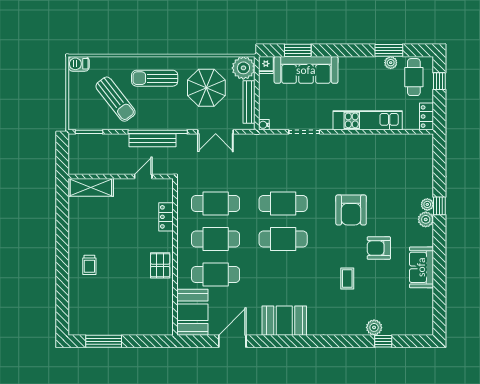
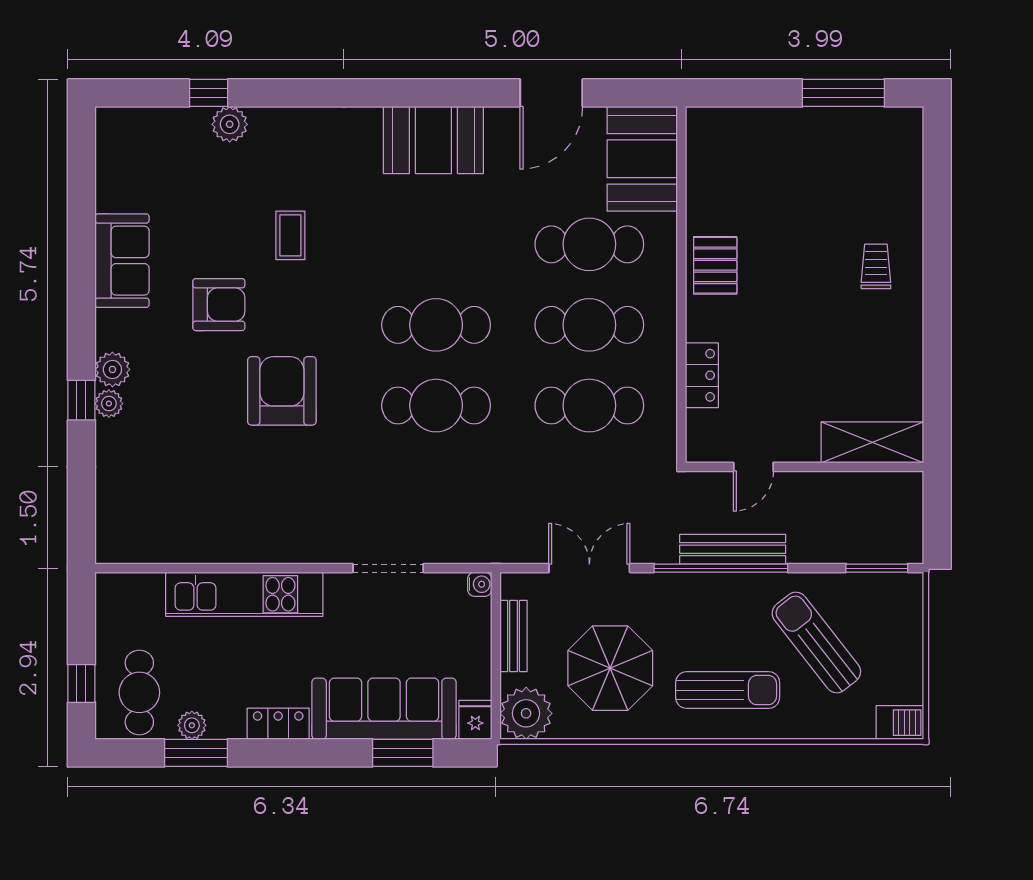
bench: (249, 102) -> (513, 636), width x0.73
locker: (427, 116) -> (278, 724), moved, turned -90

